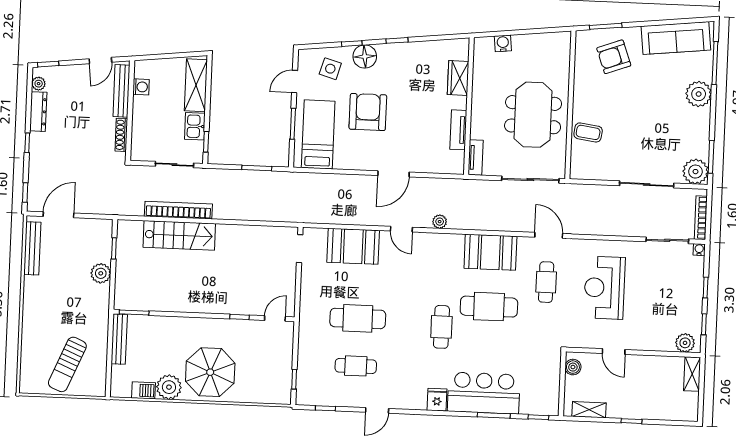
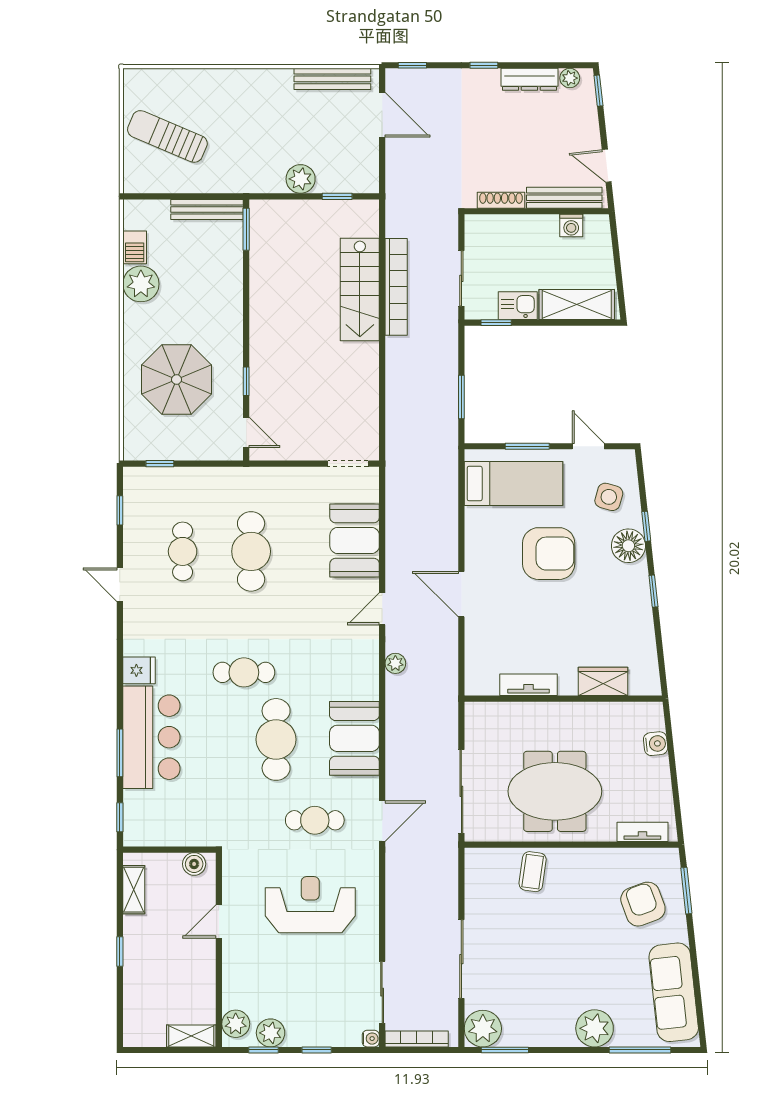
tv unit: (476, 157) -> (642, 832), moved, turned 180
plant: (692, 319) -> (271, 1033), added
parasol: (210, 372) -> (177, 380), moved

